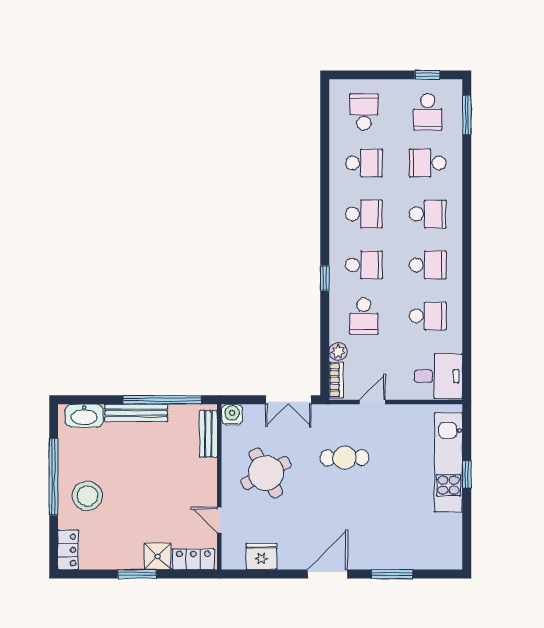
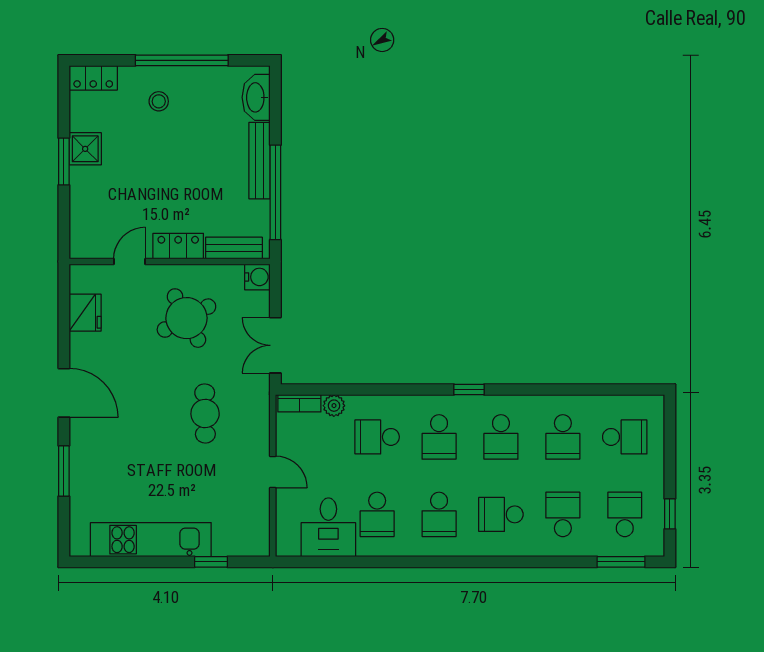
school desk: (428, 112) -> (625, 514), turned 90
school desk: (428, 214) -> (501, 514), turned 90
window: (325, 278) -> (469, 389), moved
desk: (438, 376) -> (328, 527), moved
door: (372, 402) -> (273, 472), moved
kitchen unit: (448, 462) -> (151, 540), moved
window: (467, 474) -> (211, 562), moved
stool: (87, 496) -> (159, 101), width x0.53, depth x0.53
shower: (158, 556) -> (85, 149), moved
locker: (193, 559) -> (178, 246), moved, turned -90

